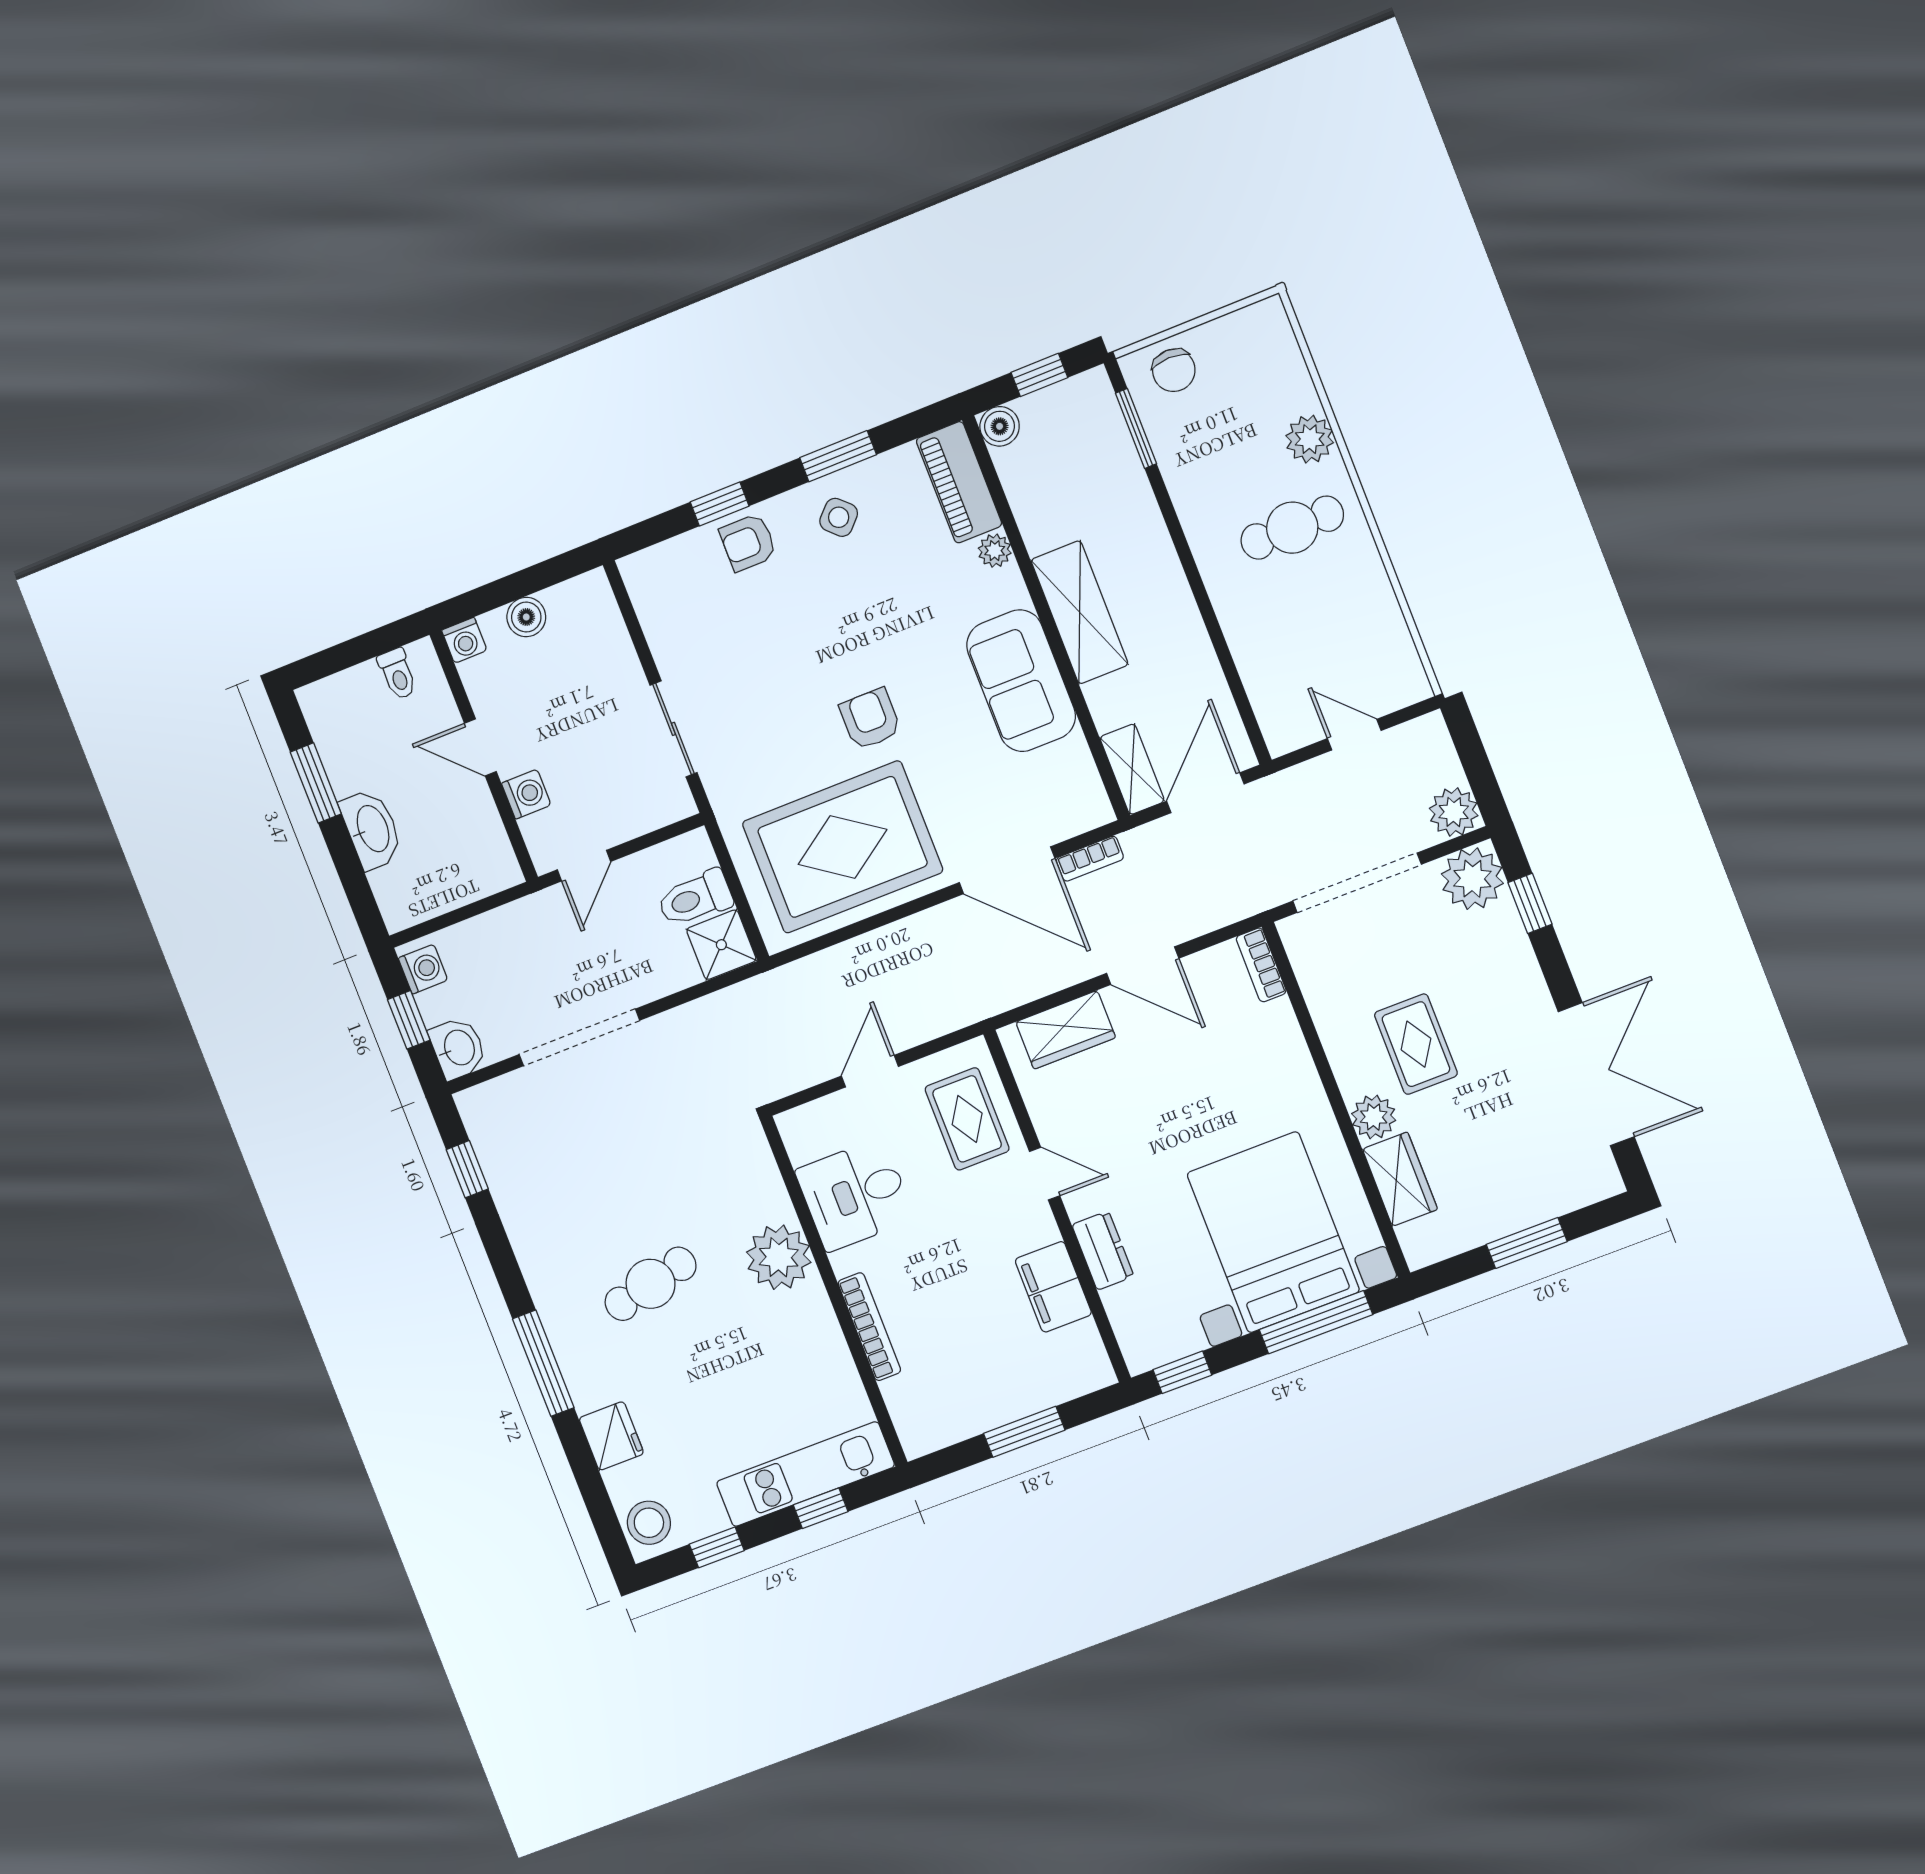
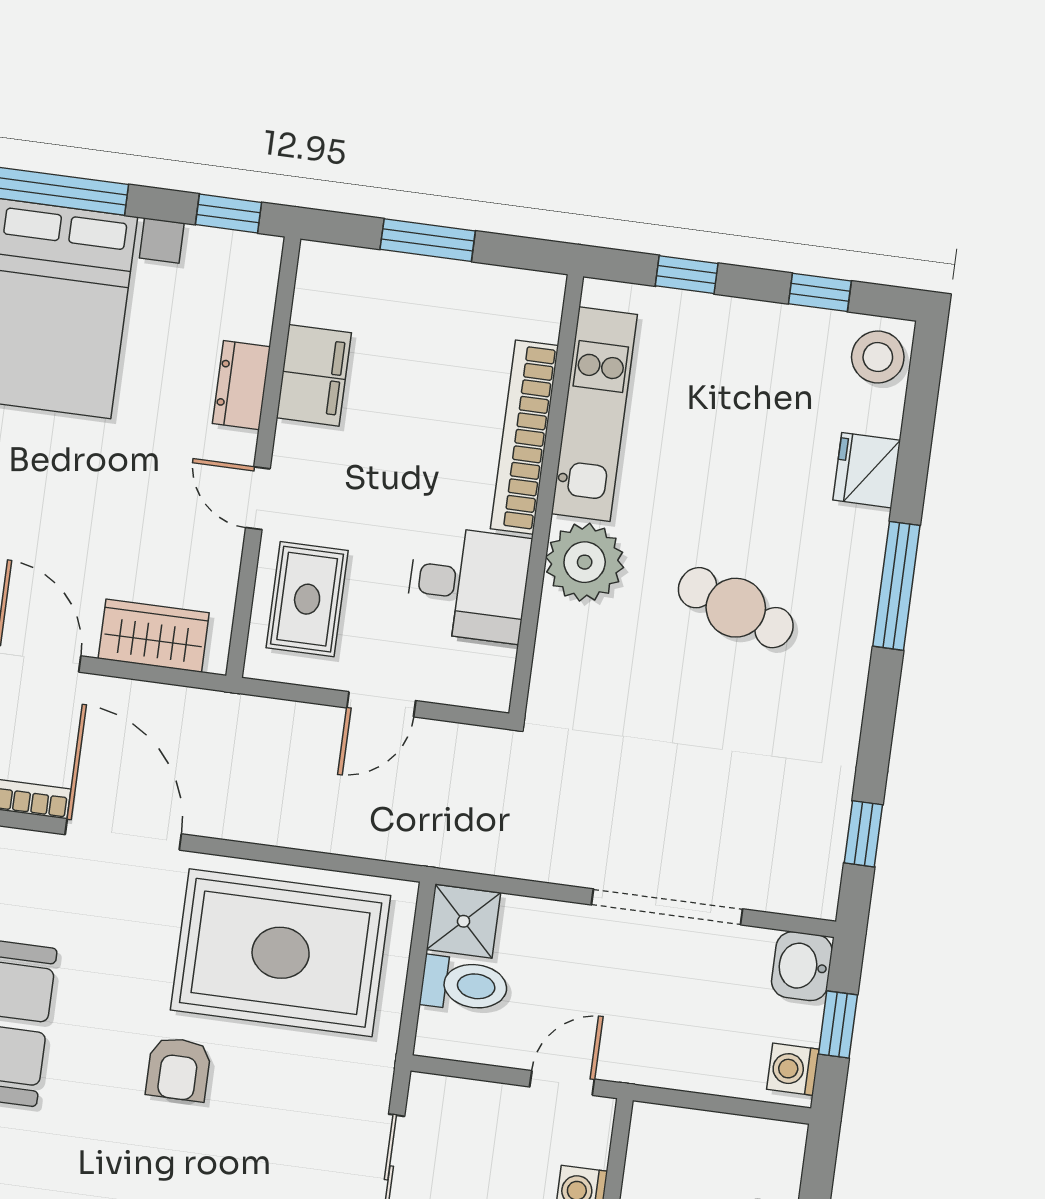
cafe table: (650, 1284) -> (736, 608), turned 33
bookcase: (869, 1327) -> (524, 437), width x1.48, depth x1.31
kitchen unit: (805, 1474) -> (594, 414), moved, turned -90

